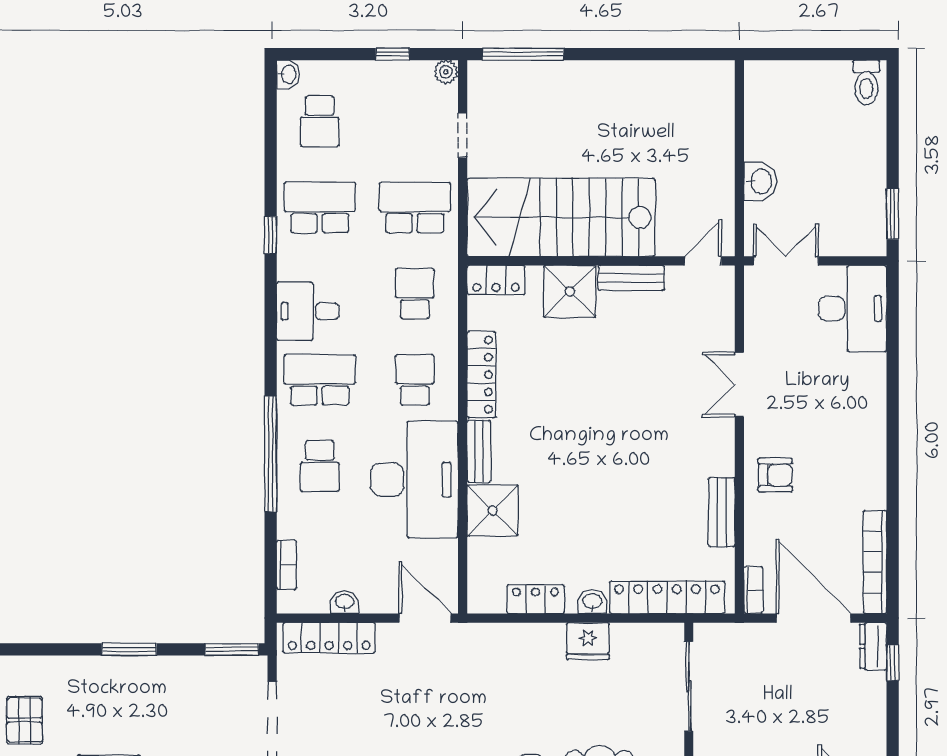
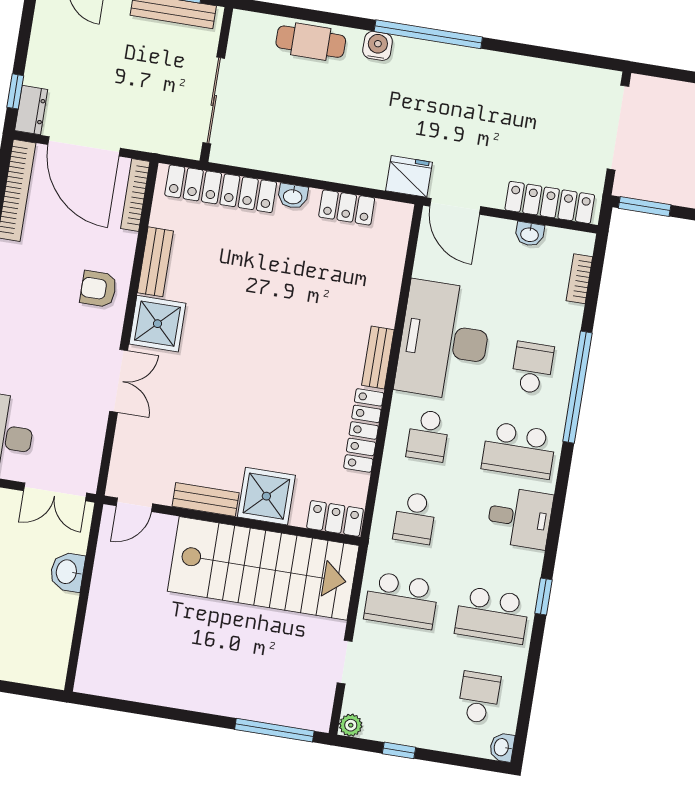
shower: (493, 510) -> (157, 324), moved
bookcase: (753, 590) -> (135, 195), width x1.56
fridge: (588, 641) -> (409, 176), moved

